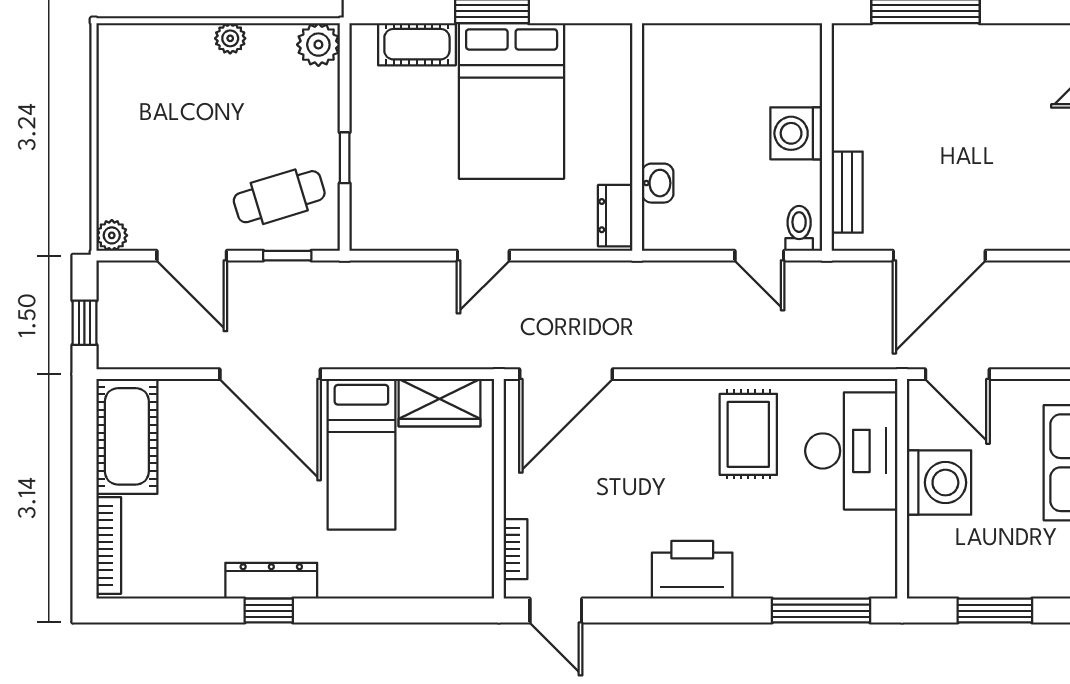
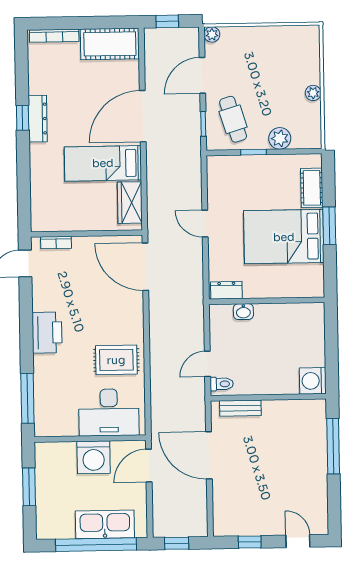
plant: (318, 45) -> (280, 138), moved
washing machine: (796, 133) -> (313, 381), moved, turned -90

